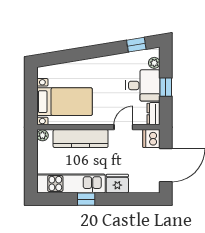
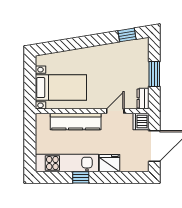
plant: (154, 63) -> (144, 52), removed
desk: (143, 85) -> (133, 73), removed
window: (166, 87) -> (154, 74), width x1.50
plant: (42, 135) -> (41, 119), removed

